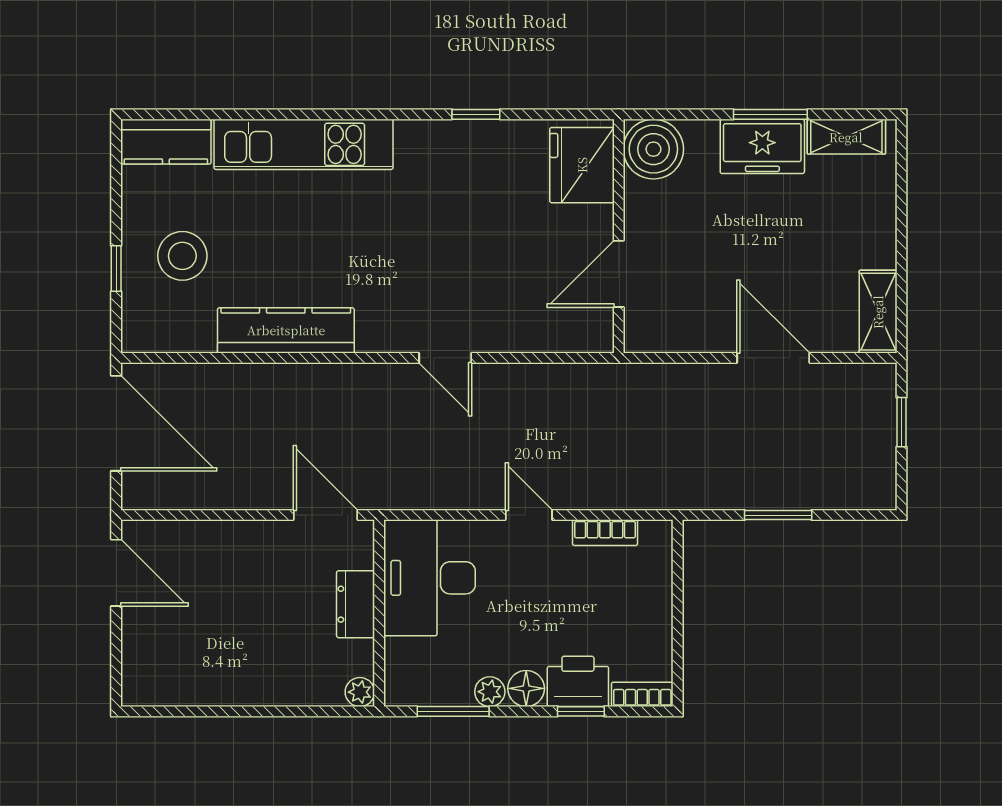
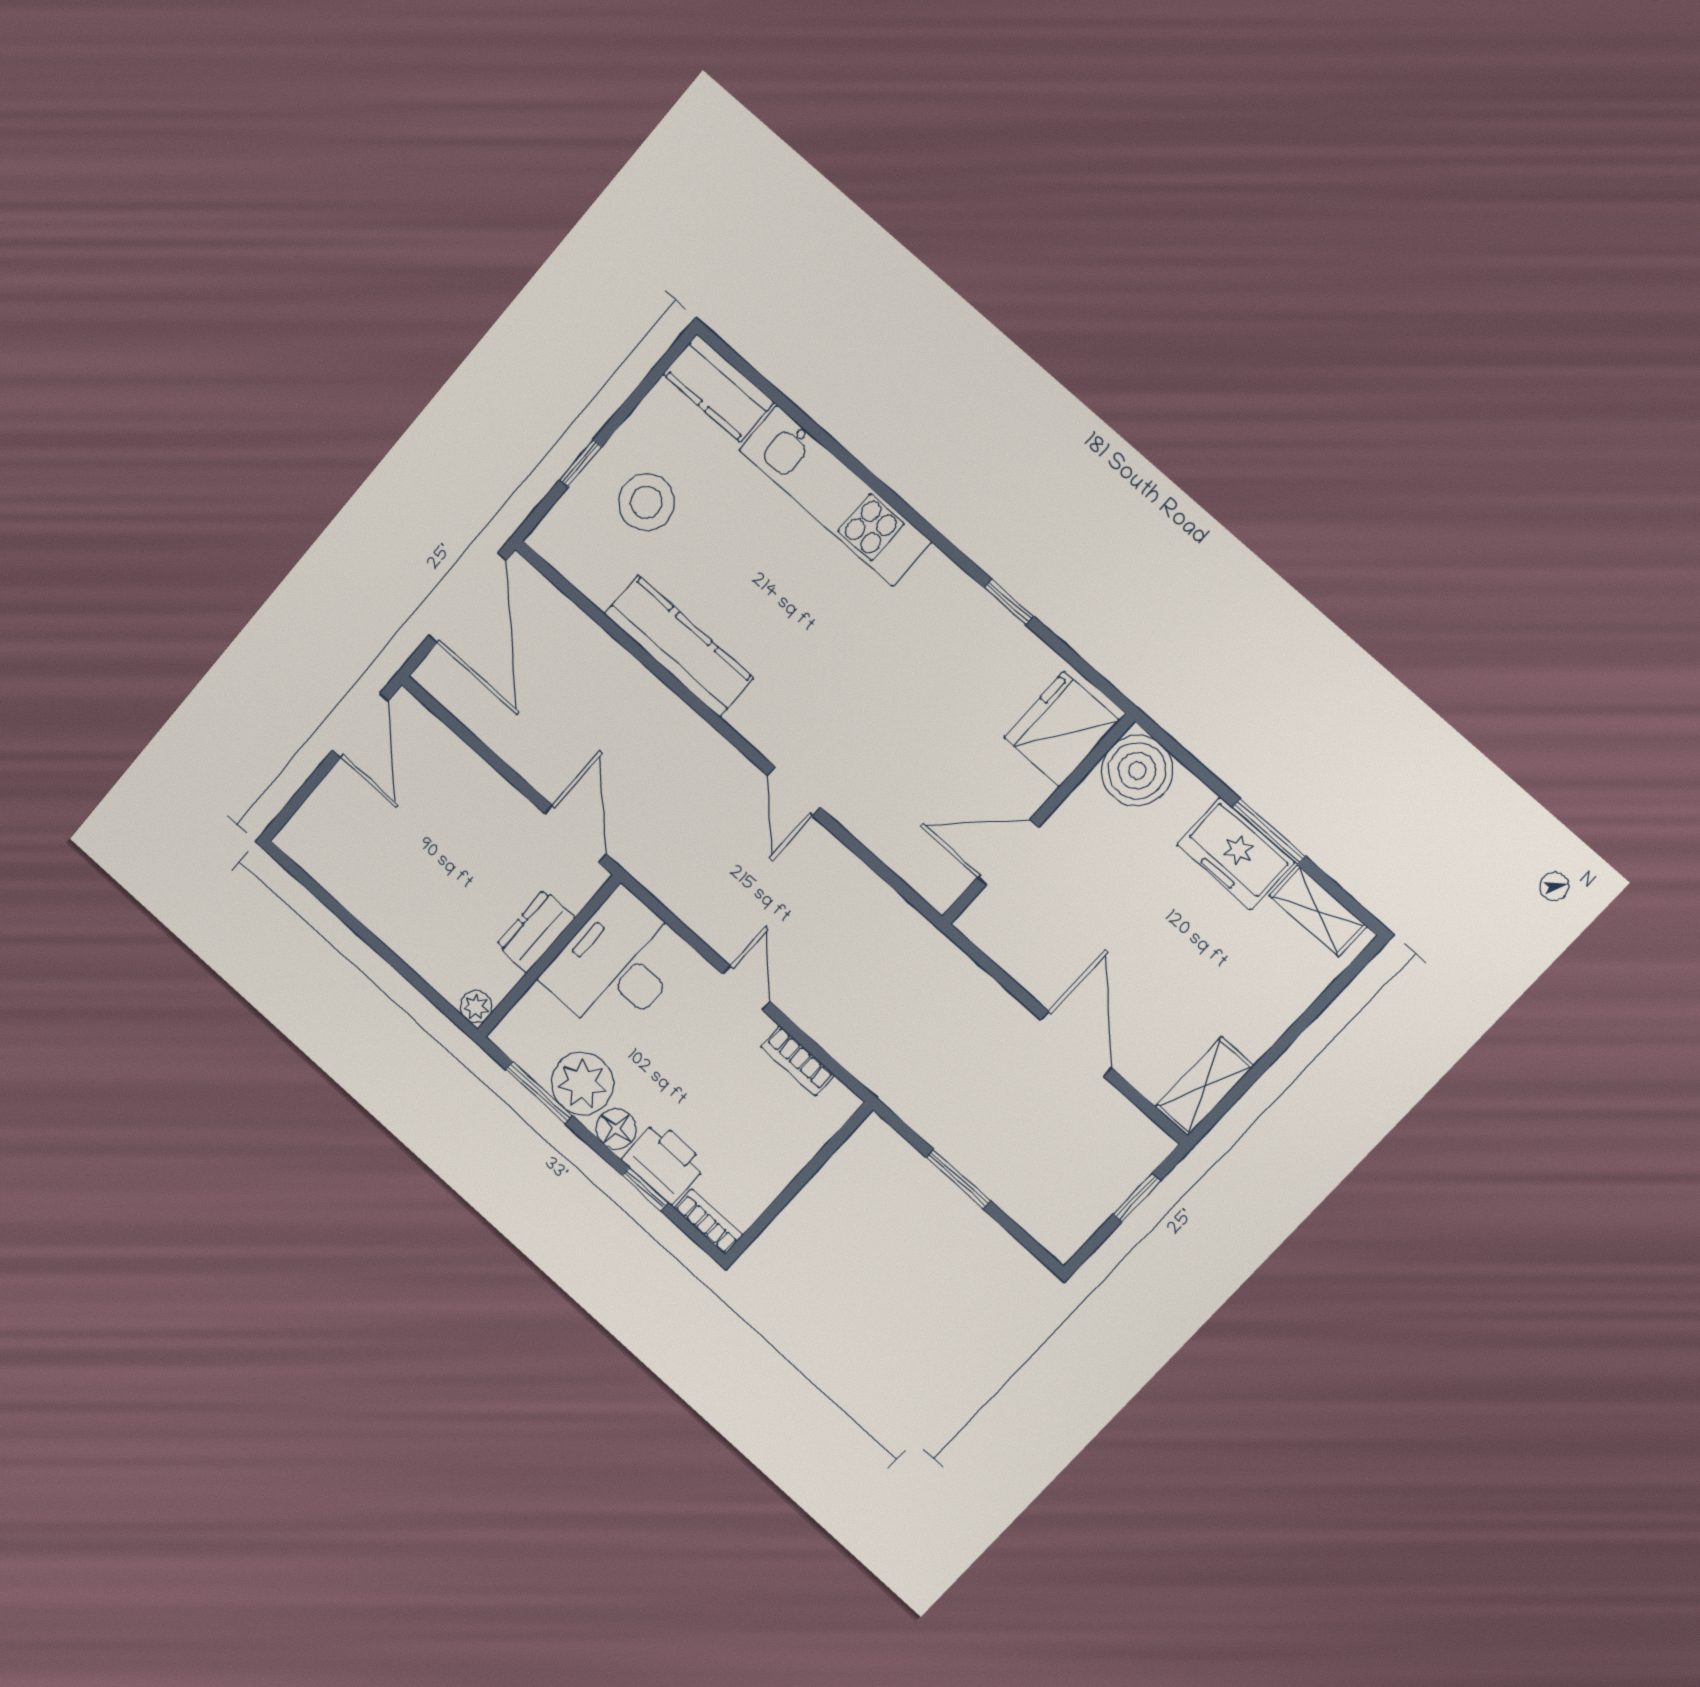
plant: (490, 692) -> (582, 1084), width x1.88, depth x1.88

